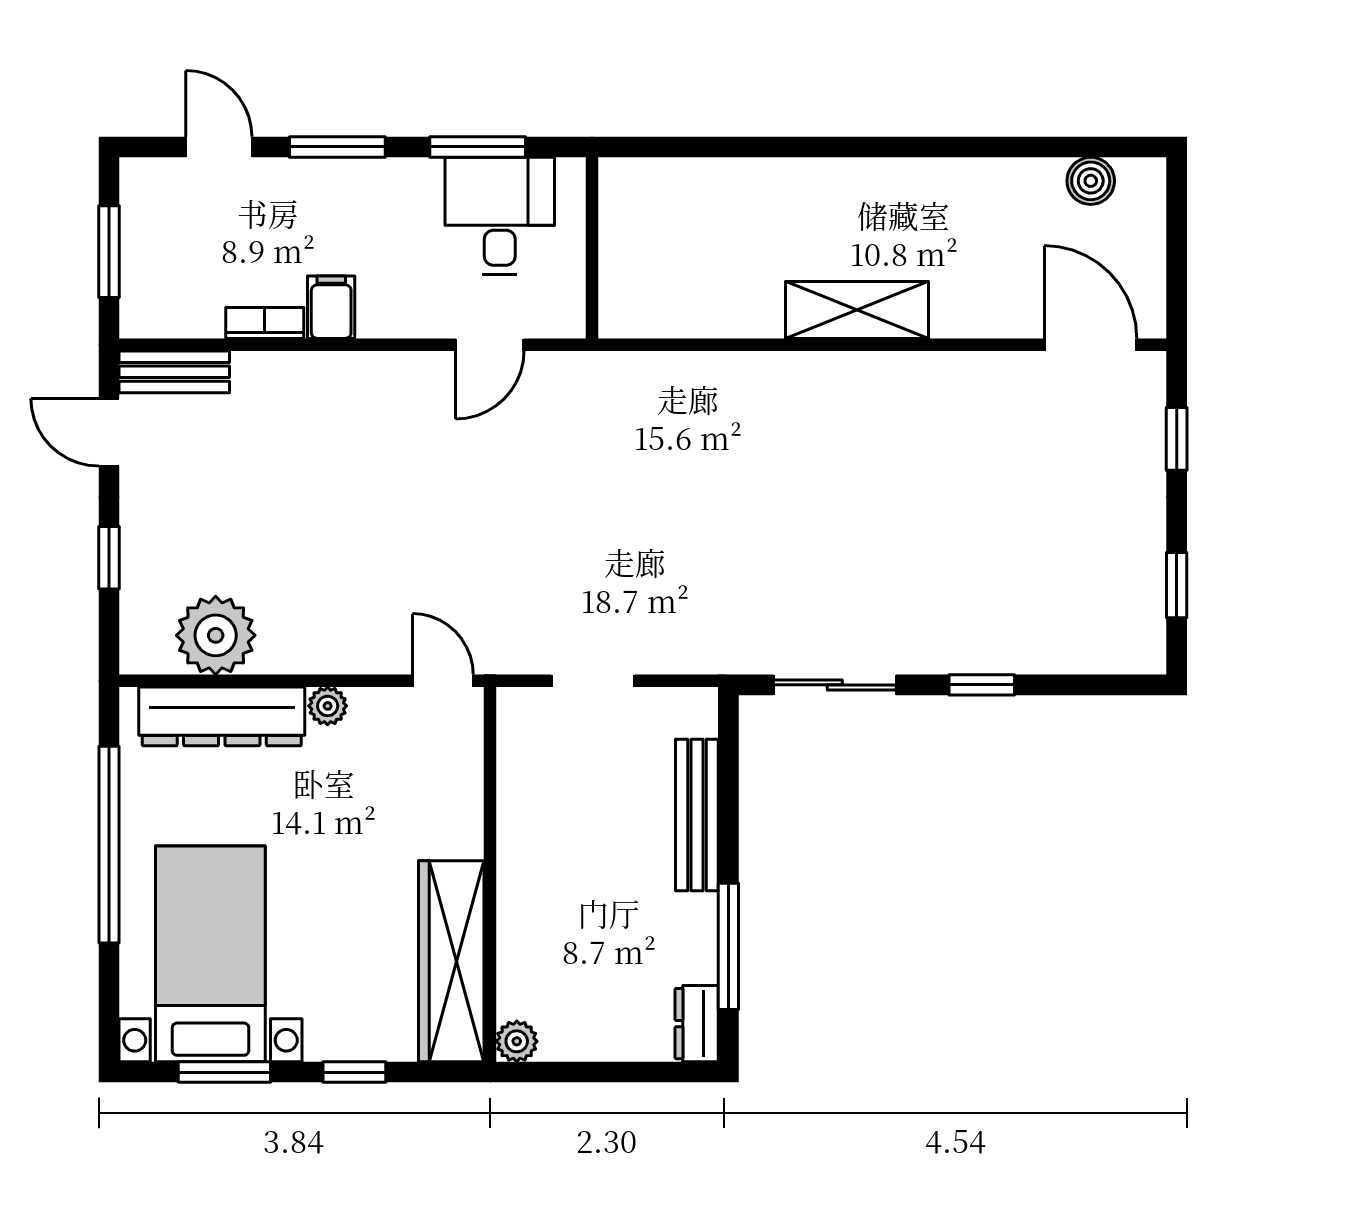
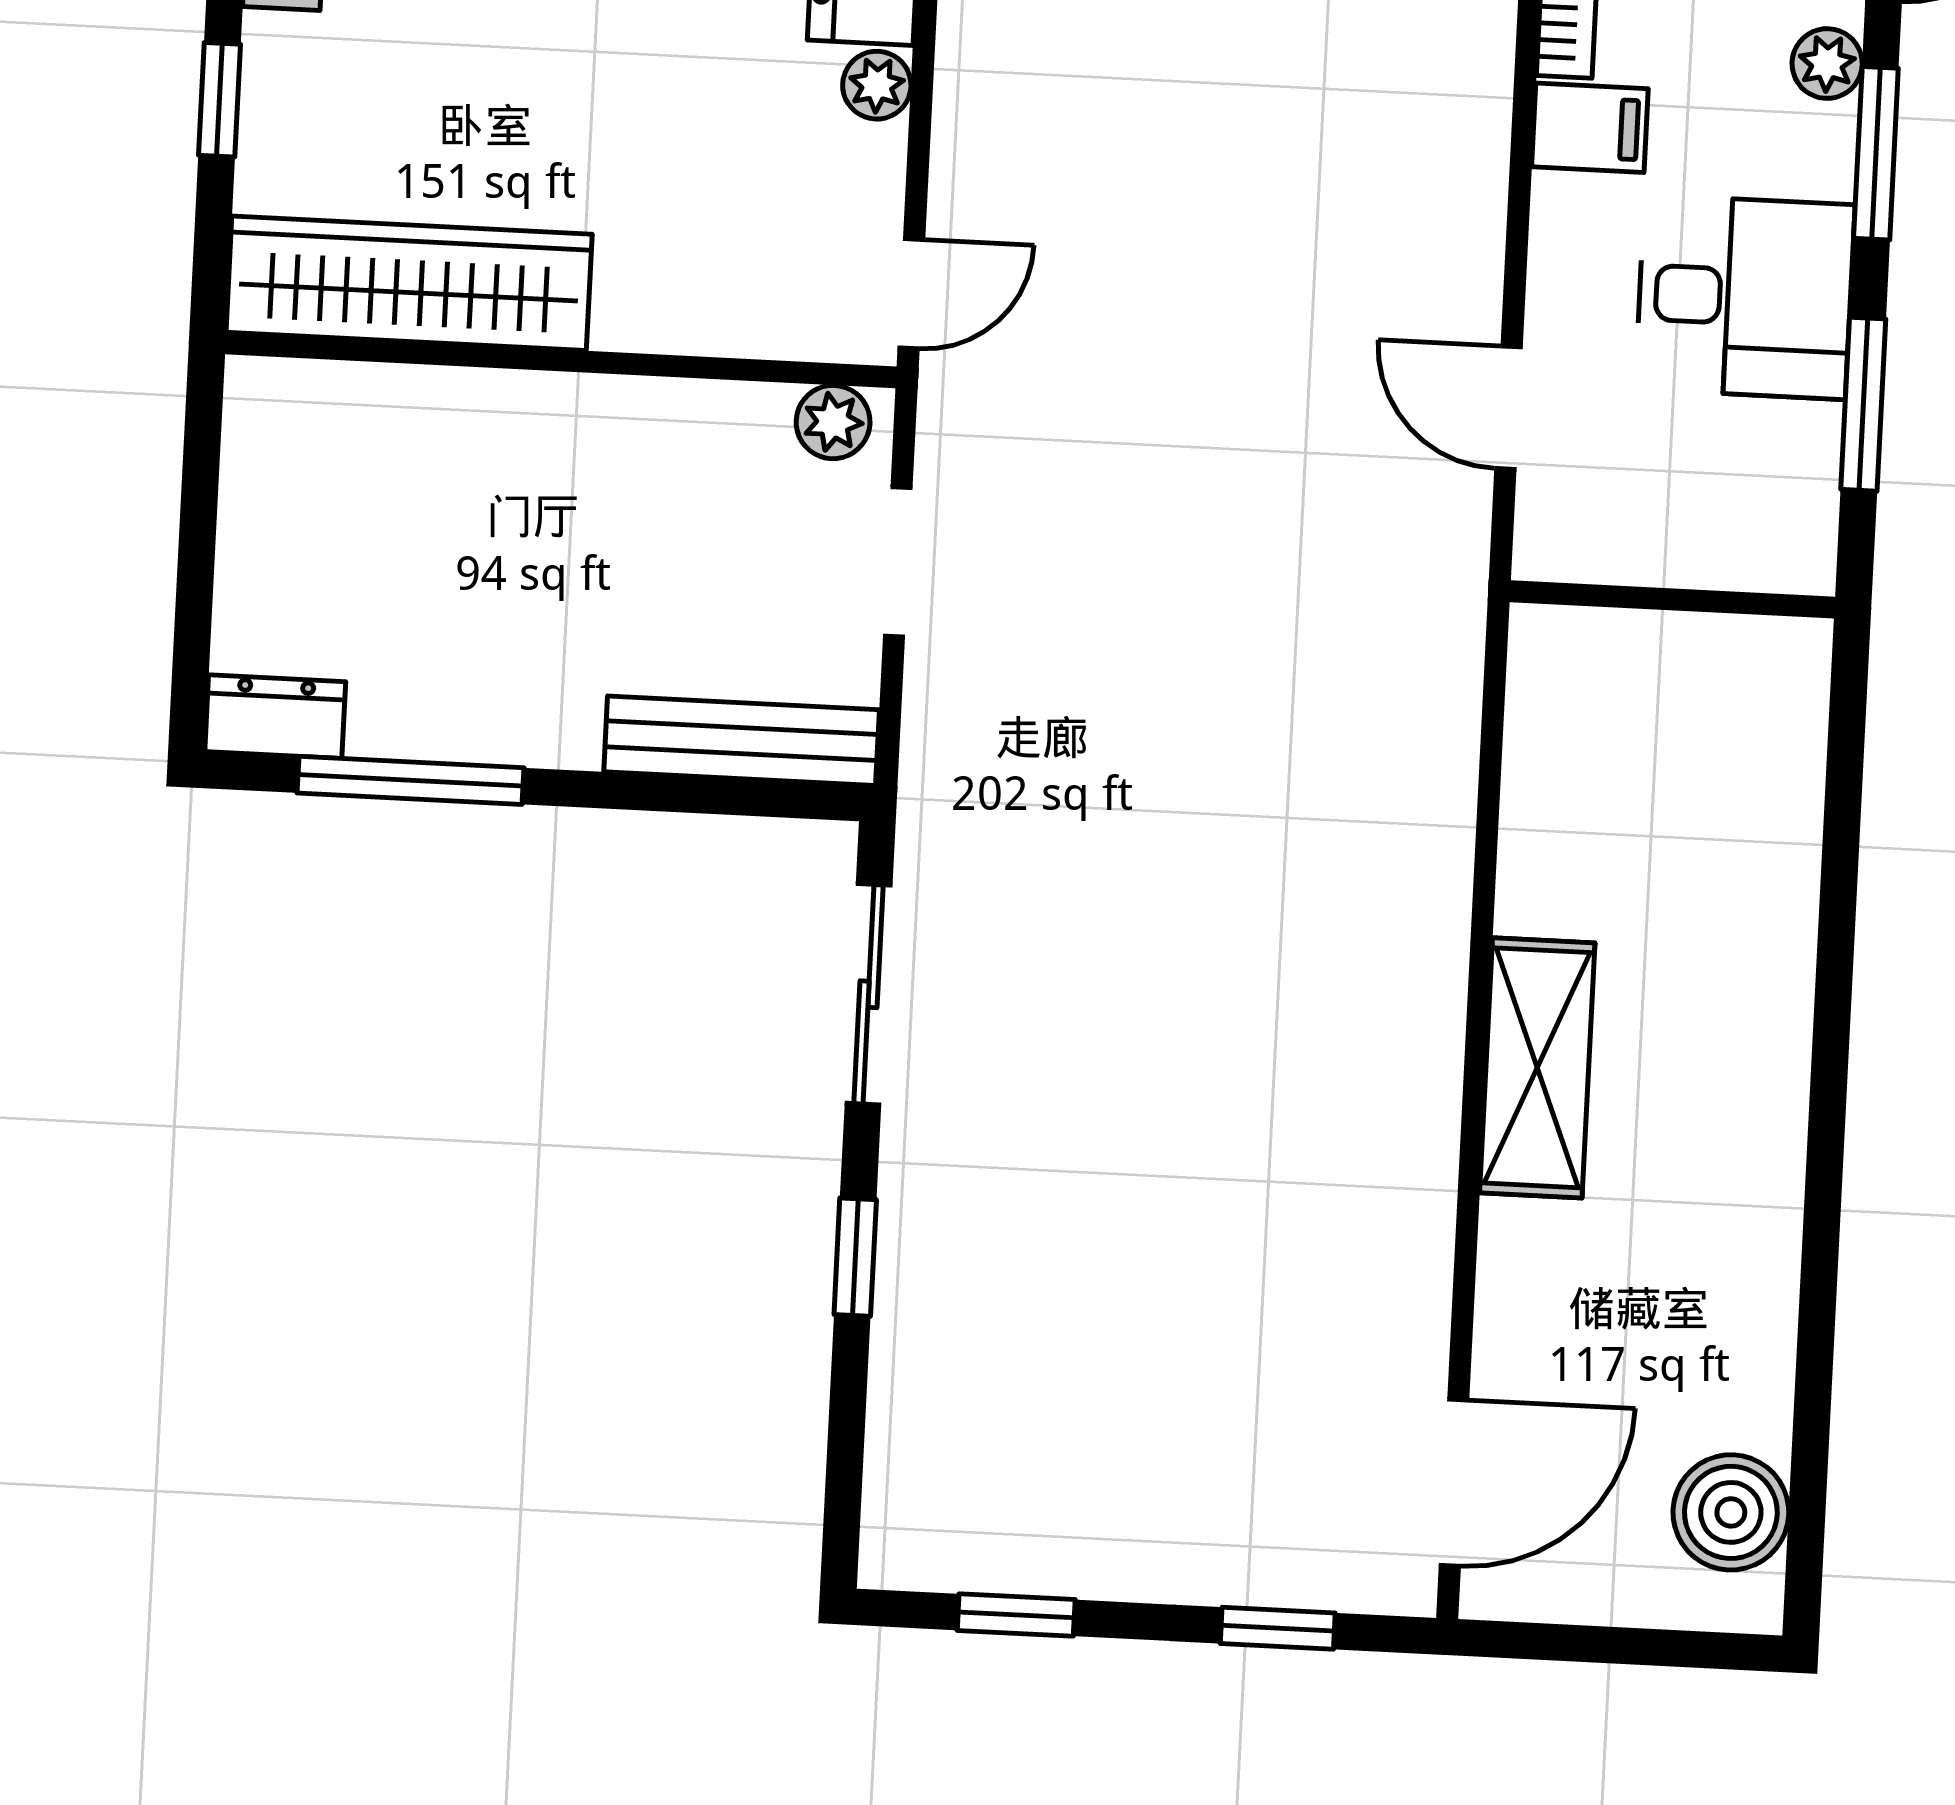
plant: (289, 177) -> (1827, 64), added
boiler: (1091, 181) -> (1731, 1512), width x1.36, depth x1.36
desk: (500, 216) -> (1745, 297), moved
bench: (697, 815) -> (742, 741), moved
plant: (517, 1041) -> (833, 422), moved

